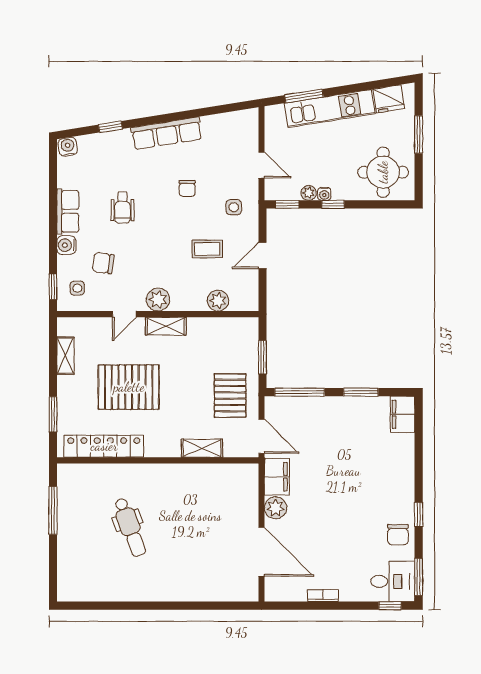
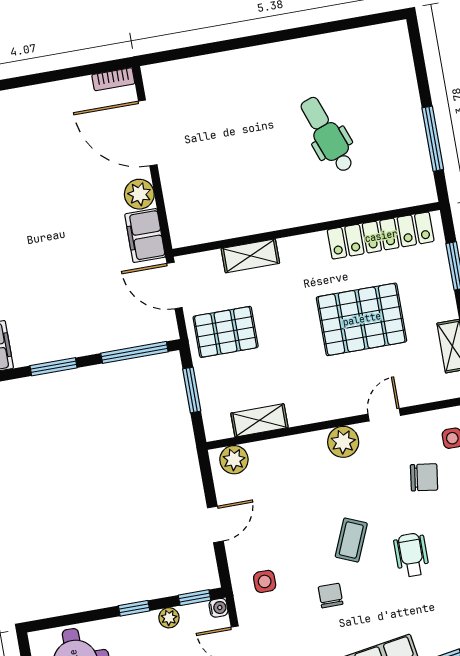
water cooler: (324, 194) -> (218, 608), moved, turned 90
coffee table: (207, 249) -> (351, 540), moved, turned -67
plant: (218, 301) -> (234, 460), moved
shelving: (166, 326) -> (259, 420), moved
pallet: (230, 396) -> (226, 332), turned 90
bookcase: (323, 596) -> (113, 79), moved

